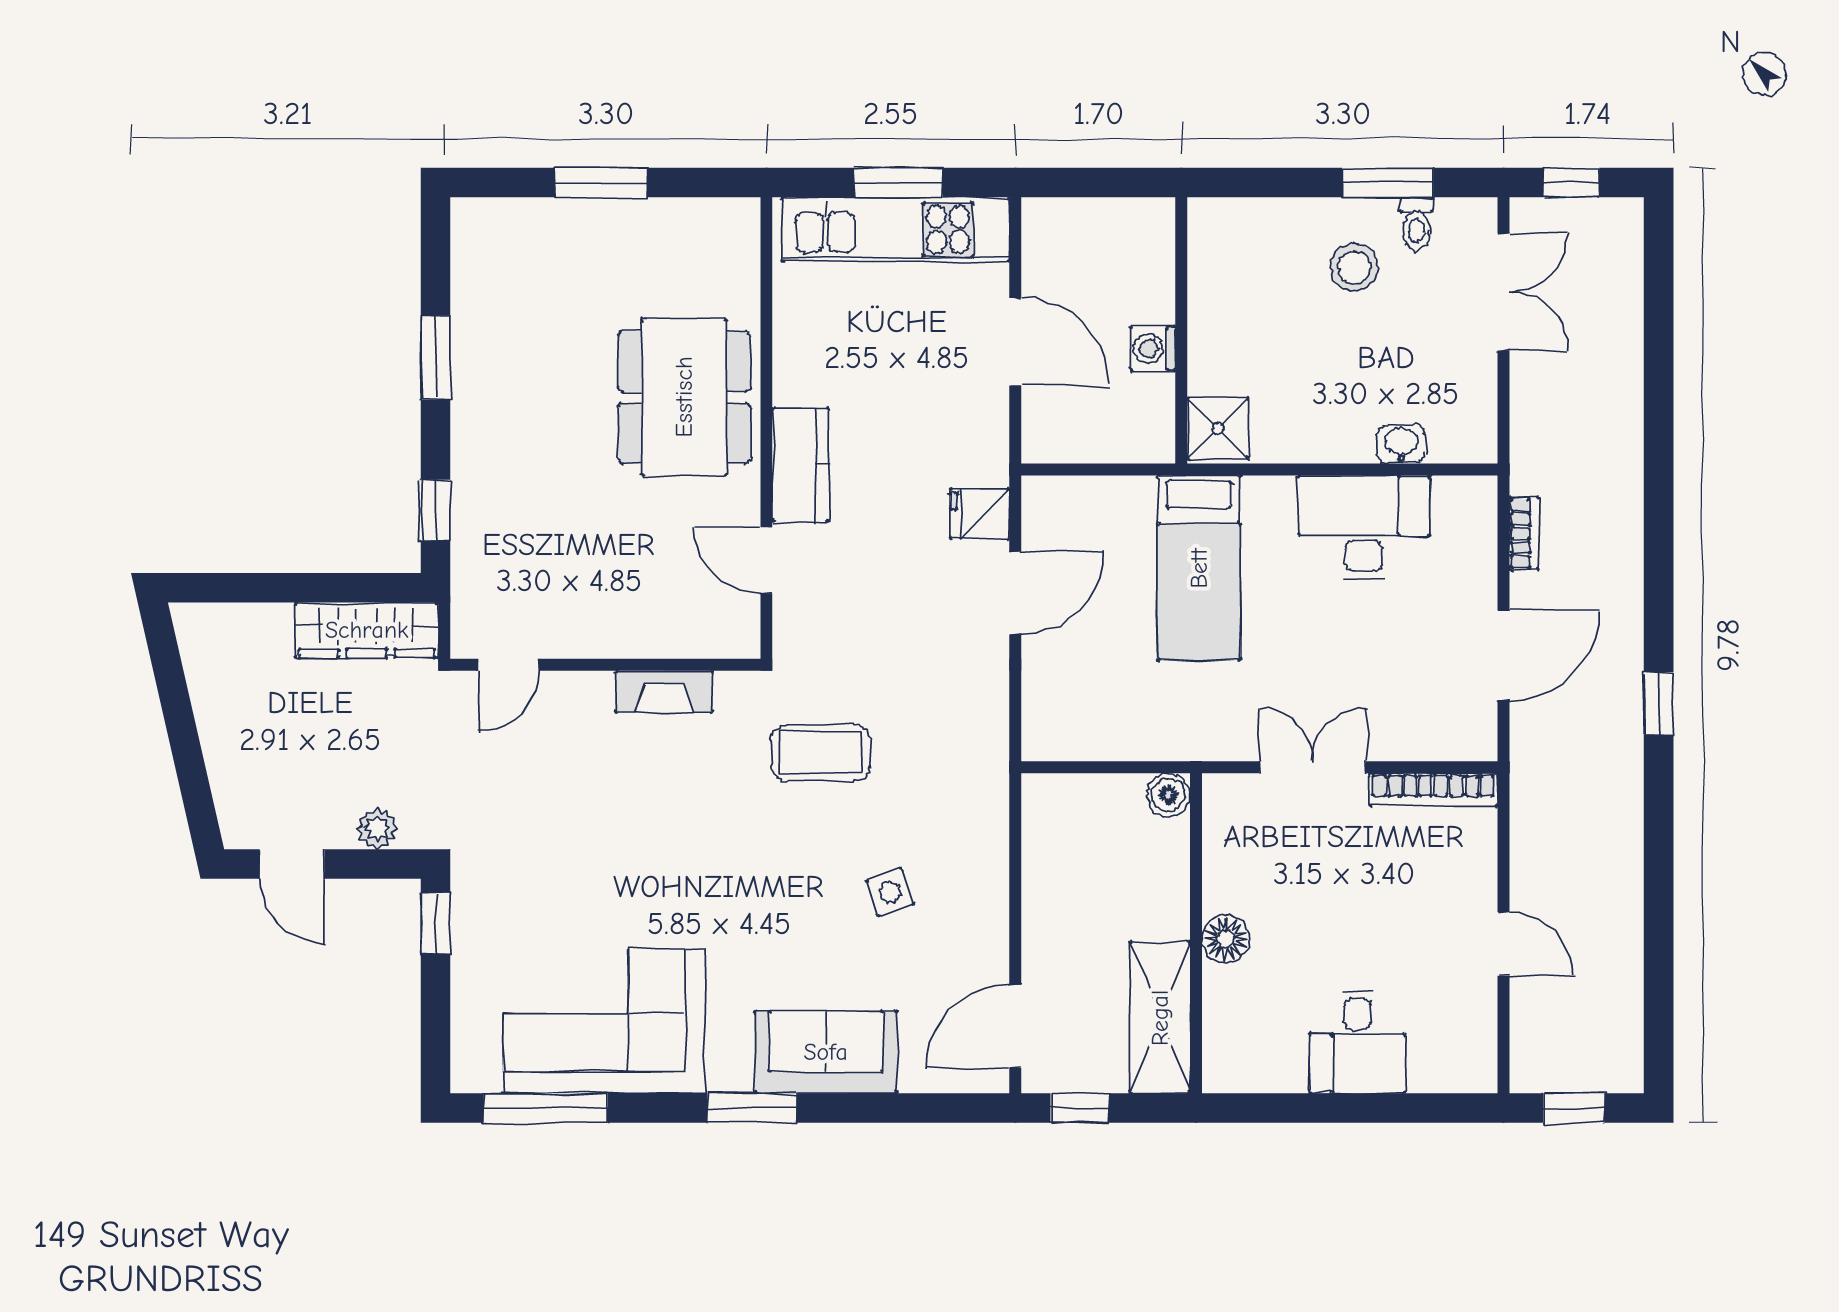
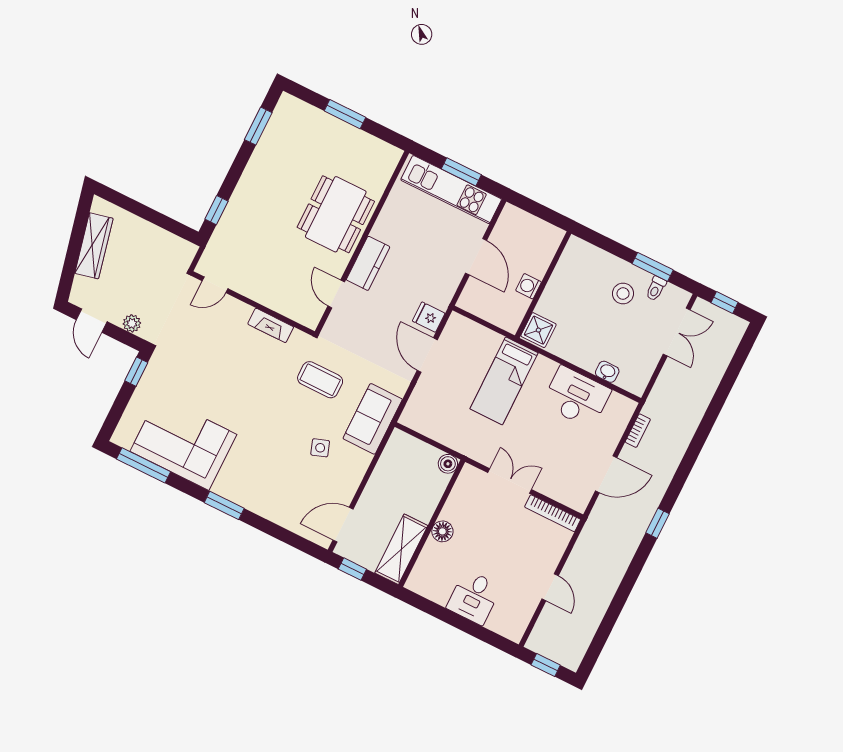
window: (435, 358) -> (258, 126), moved
door: (1015, 593) -> (427, 355), swing flipped
wardrobe: (367, 630) -> (94, 246), moved, turned -103
sofa: (826, 1052) -> (373, 419), moved, turned -90

